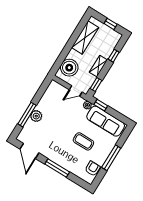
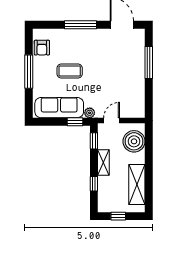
plant: (36, 116) -> (138, 67), removed

